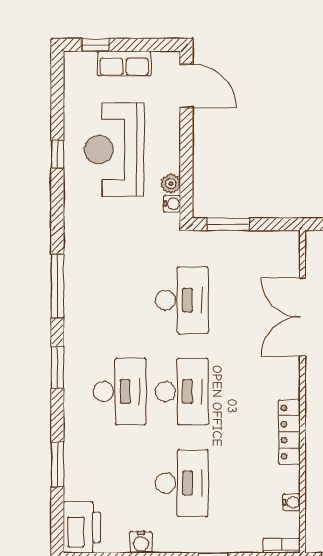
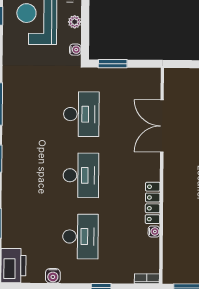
plant: (171, 184) -> (75, 22), moved
desk: (119, 392) -> (39, 175), removed
water cooler: (292, 502) -> (154, 231), moved

